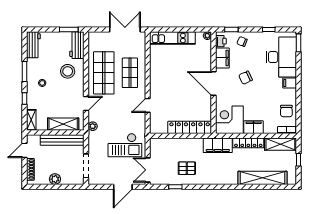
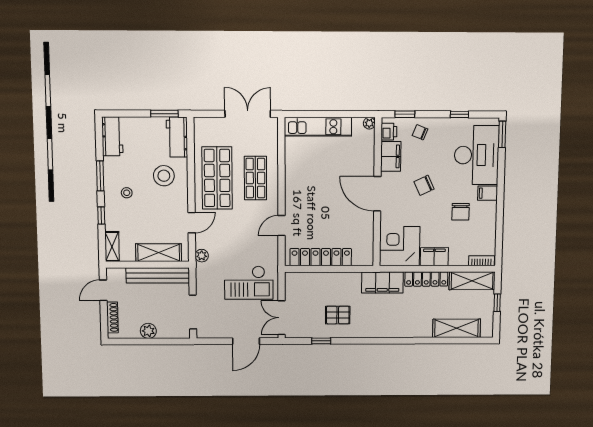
chair: (286, 111) -> (461, 212), moved
locker: (190, 127) -> (321, 257), moved
shelving: (263, 178) -> (457, 328), width x0.68

